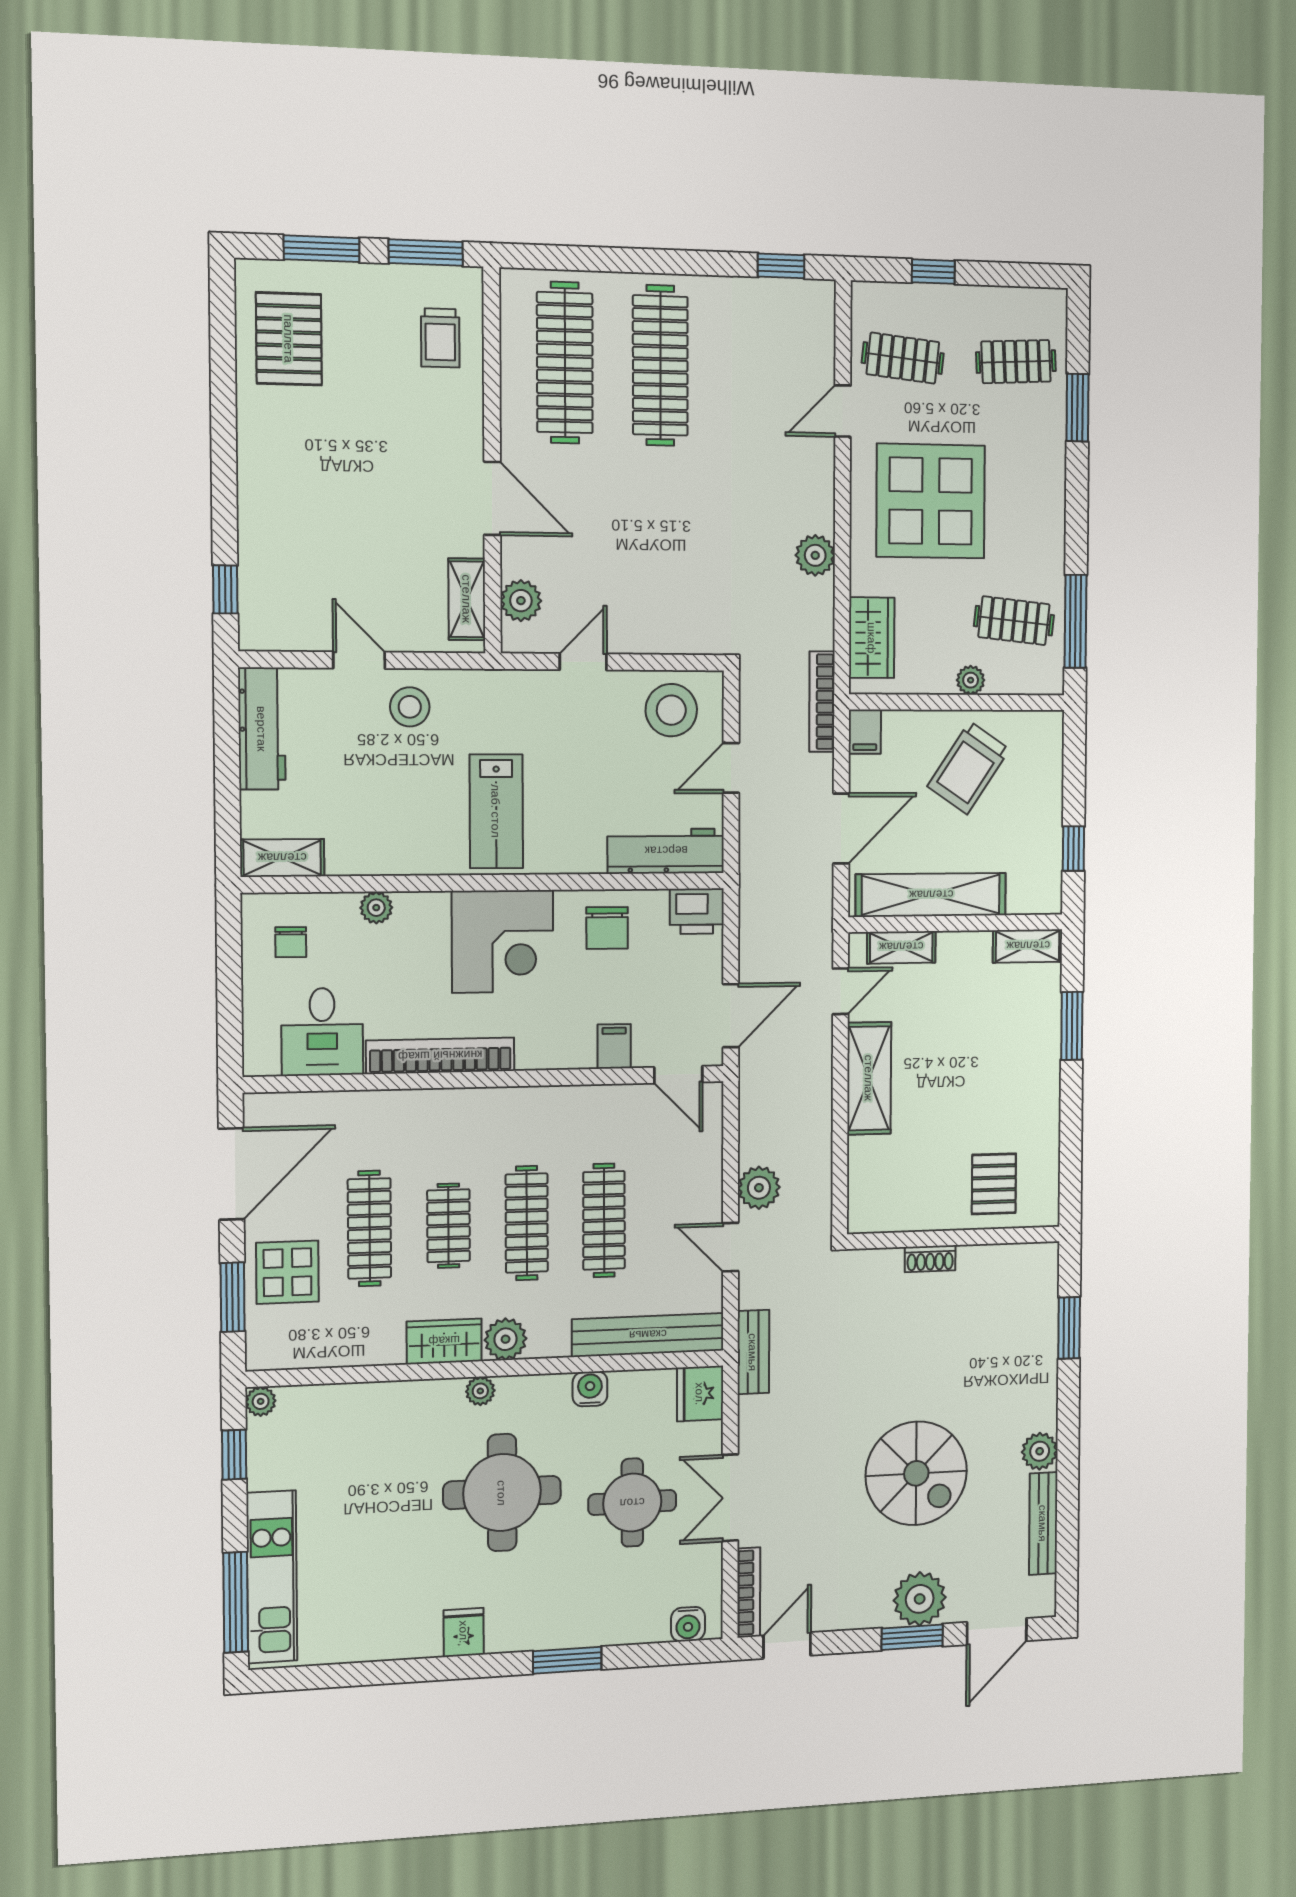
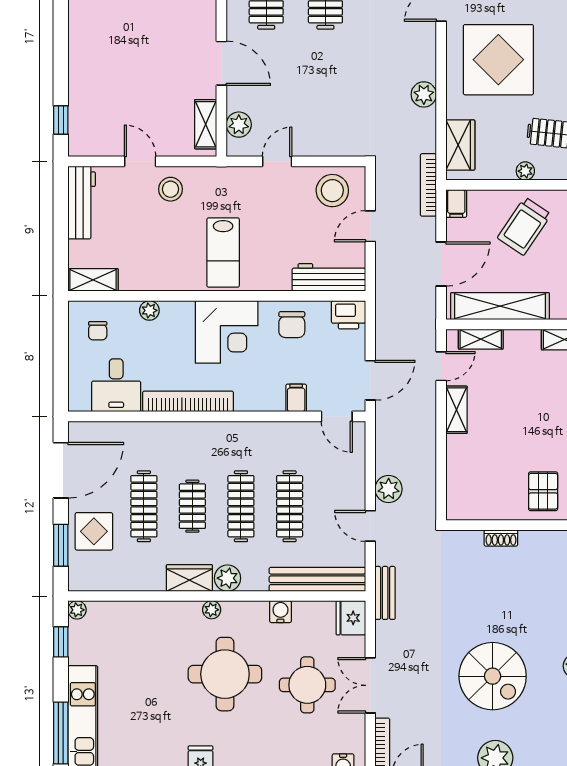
shelving: (869, 1078) -> (457, 410), width x0.67, depth x0.75

